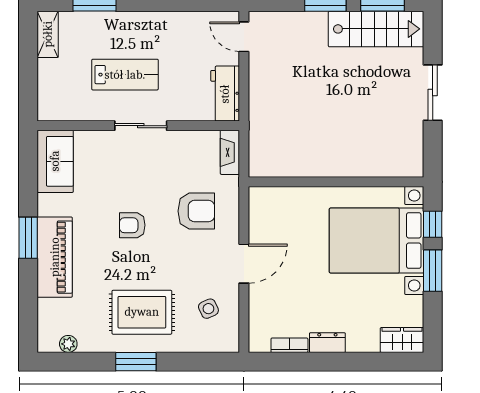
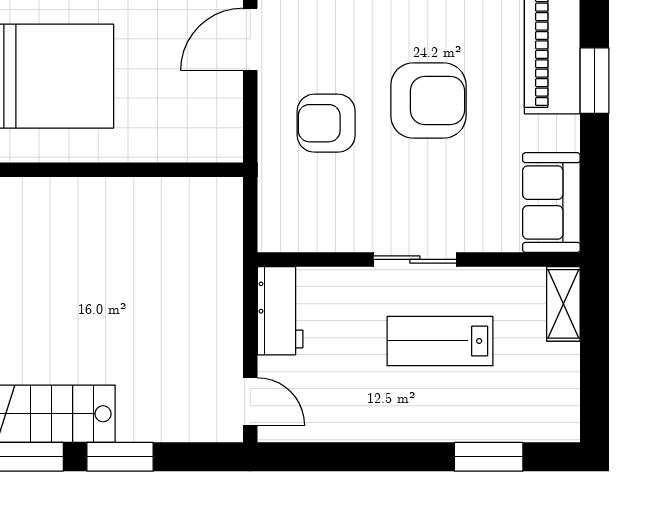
shelving: (48, 34) -> (563, 304), moved
fireplace: (230, 152) -> (273, 217), removed
armchair: (132, 225) -> (428, 101), width x1.88, depth x1.88

